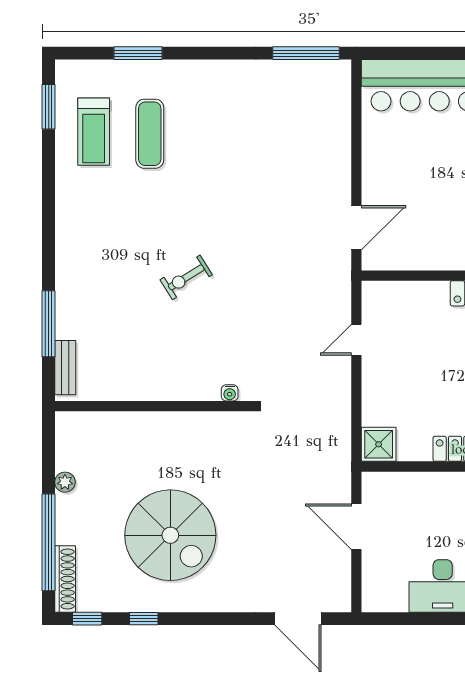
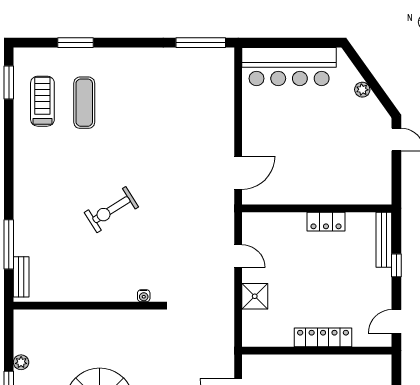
treadmill: (94, 132) -> (42, 101), turned 180
exercise bike: (186, 277) -> (111, 210), width x1.38, depth x1.39
door: (356, 340) -> (238, 256), swing flipped
shower: (379, 444) -> (255, 296), moved

